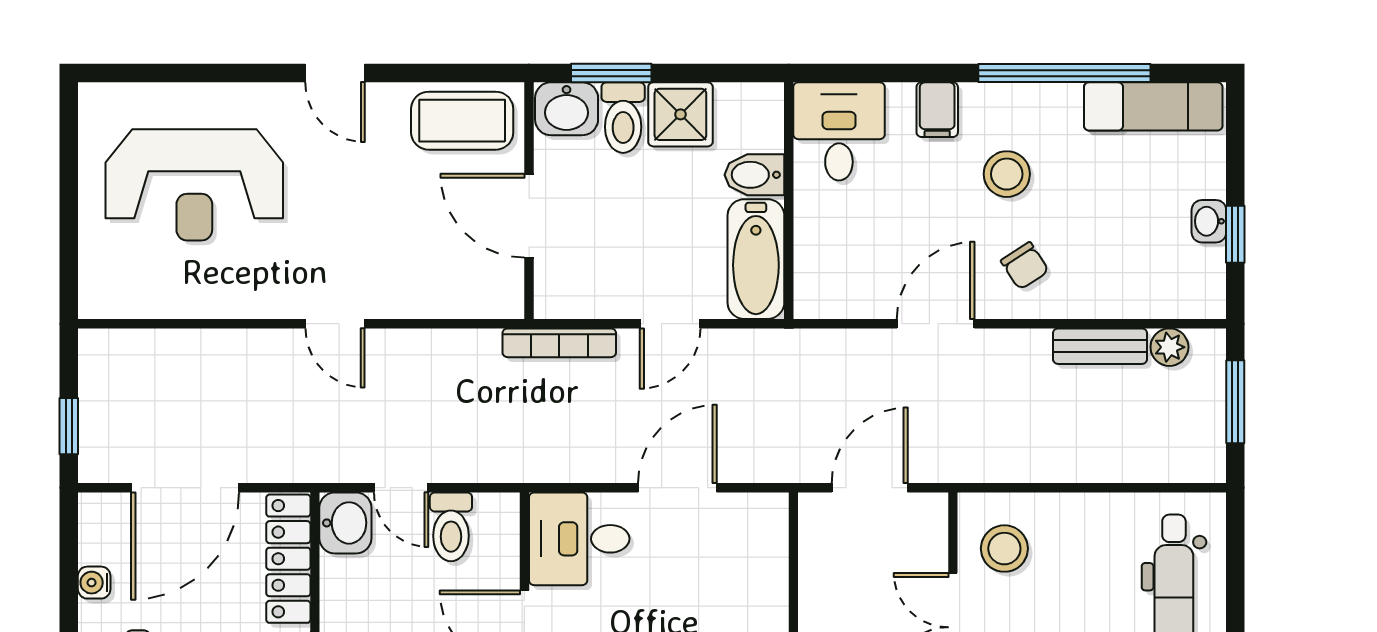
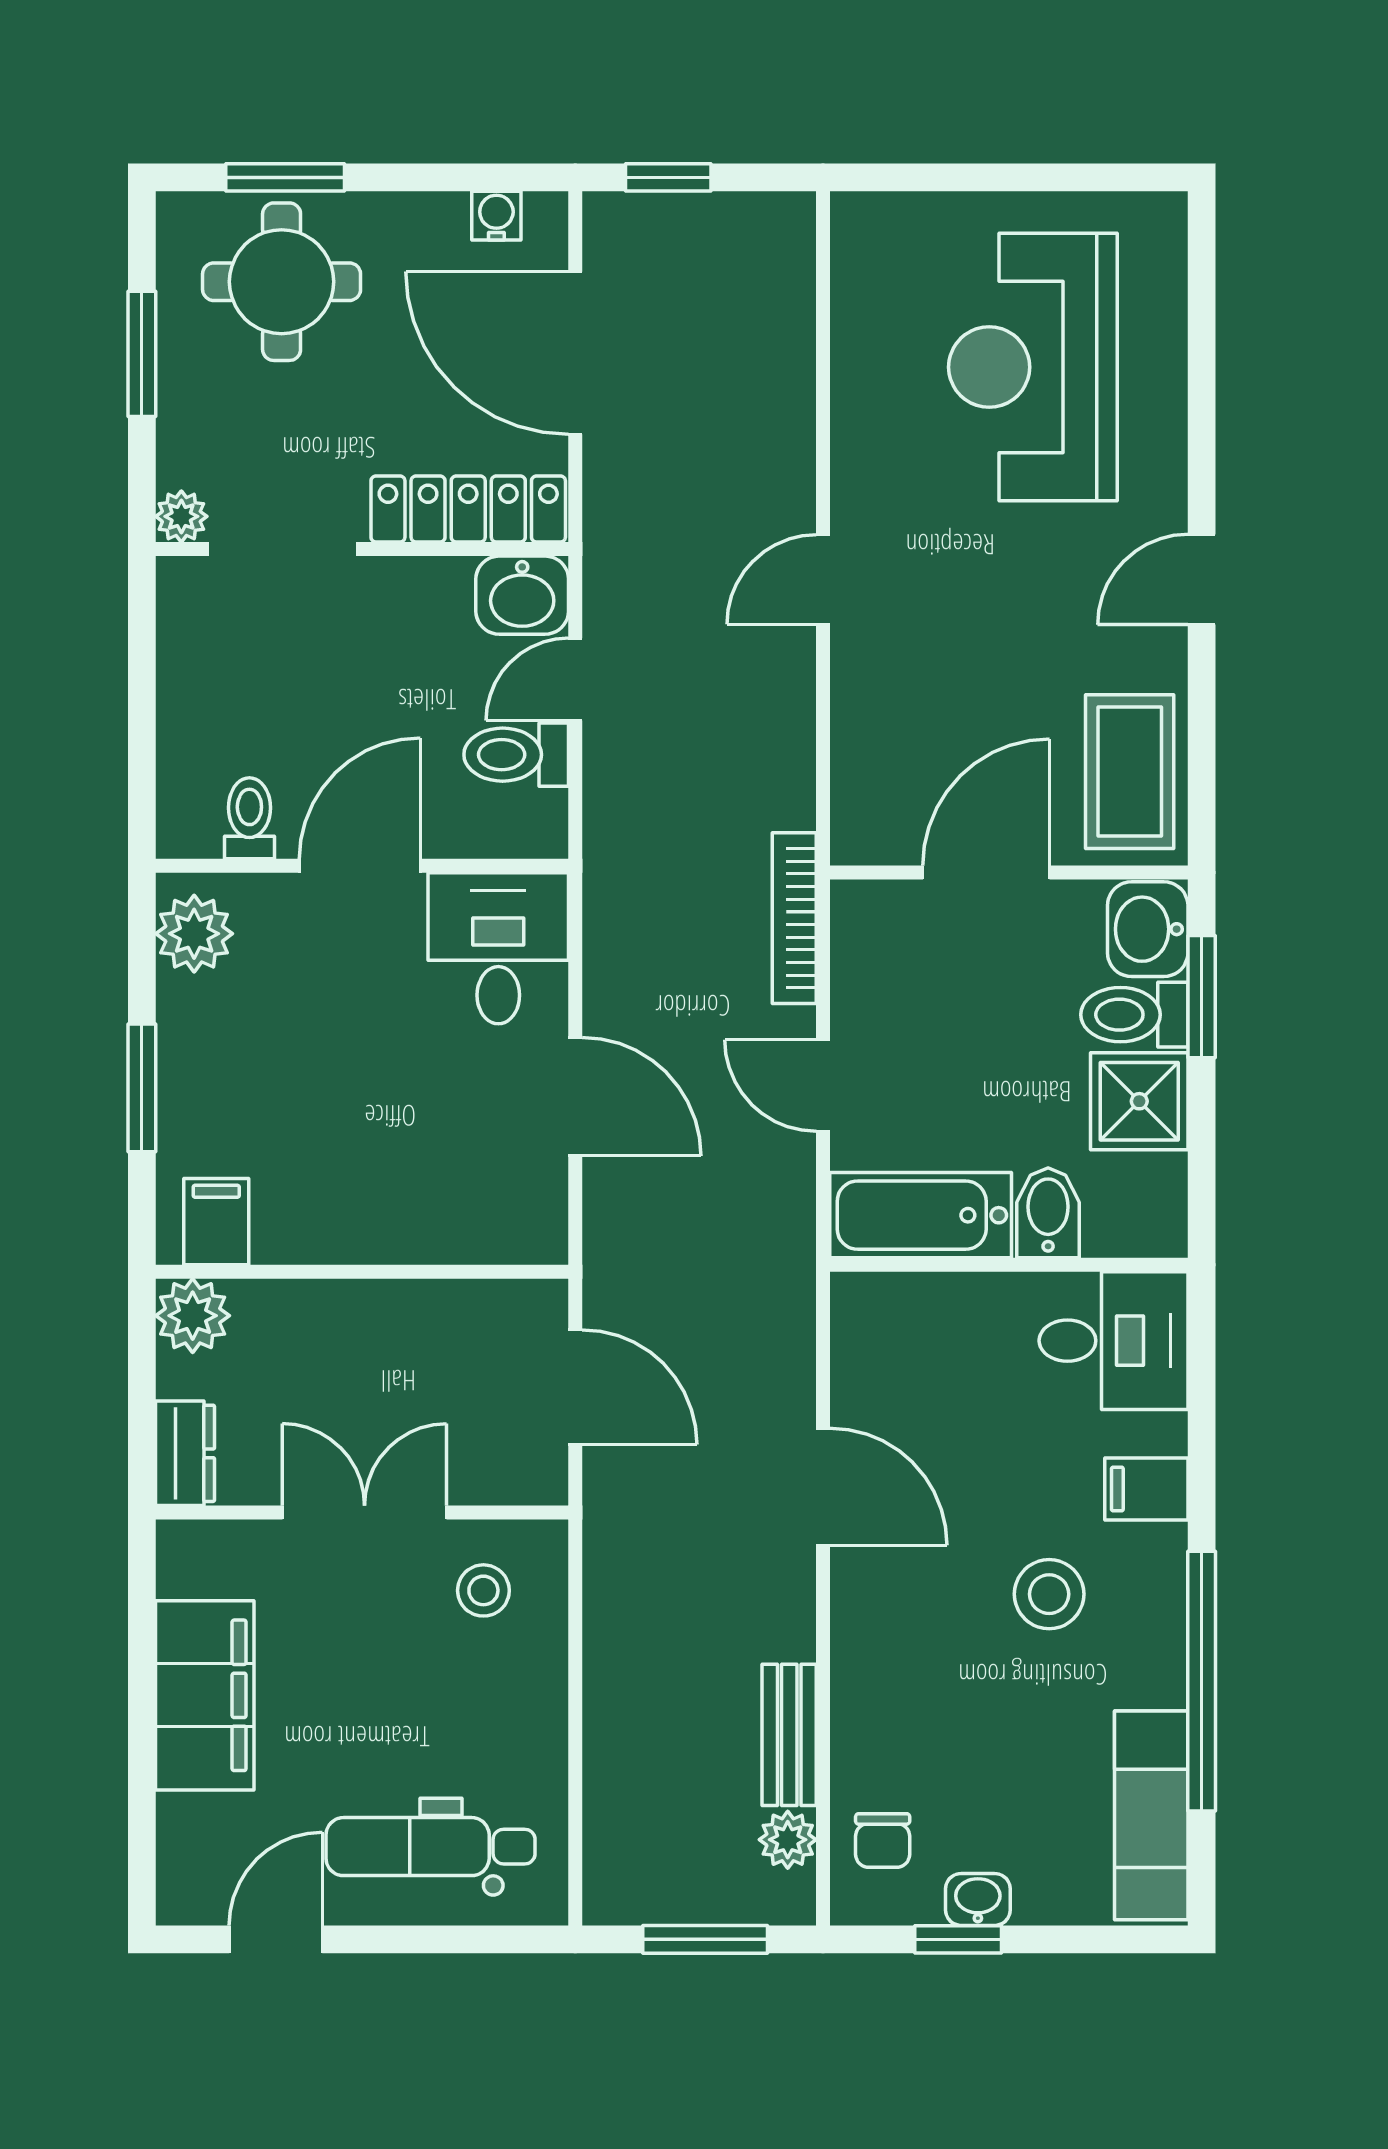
chair: (1025, 266) -> (883, 1841), moved, turned -57
stool: (1004, 549) -> (483, 1590), width x0.73, depth x0.73
water cooler: (94, 583) -> (496, 216), moved

